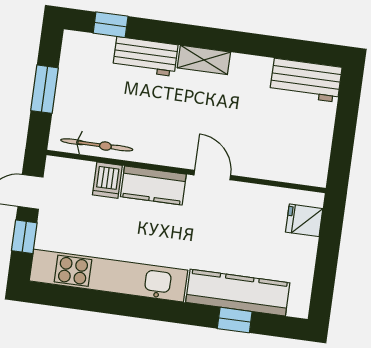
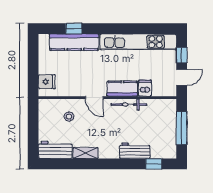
shelving: (204, 60) -> (86, 153), moved
window: (45, 89) -> (182, 128), width x1.44
stool: (269, 144) -> (69, 117), added
bicycle: (97, 145) -> (129, 105), moved

